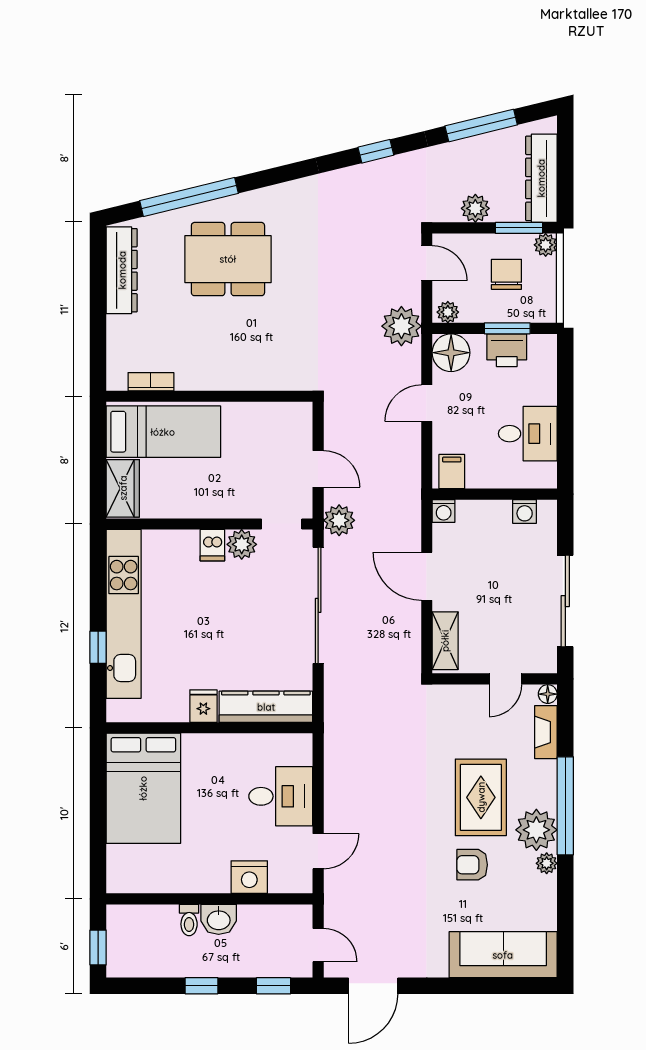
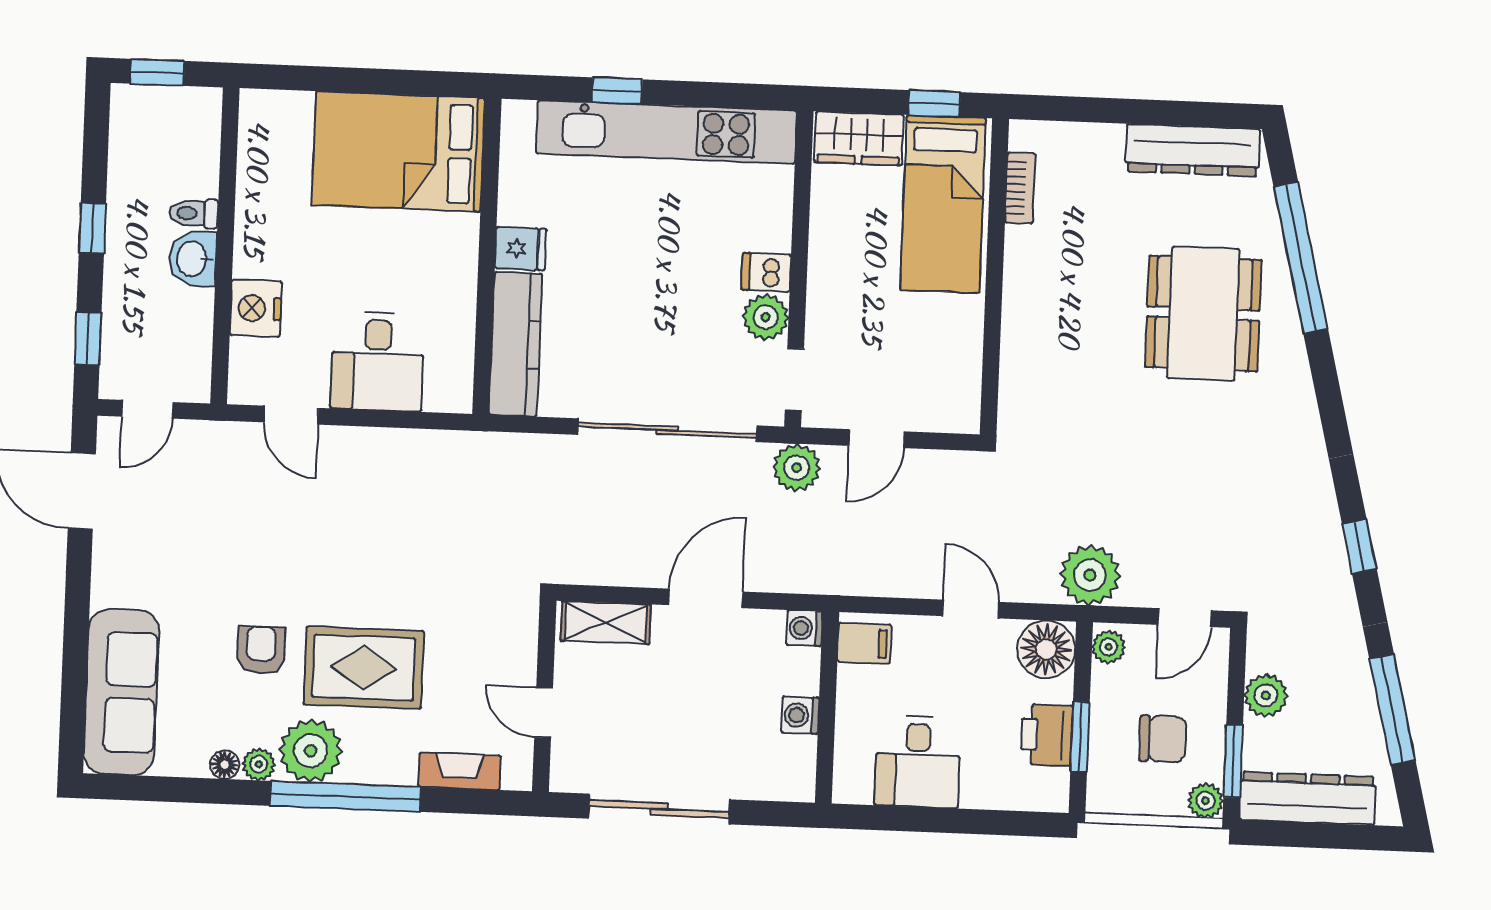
window: (98, 440) -> (934, 104), added
washing machine: (525, 511) -> (800, 715), moved
floor lamp: (548, 694) -> (225, 765), moved

